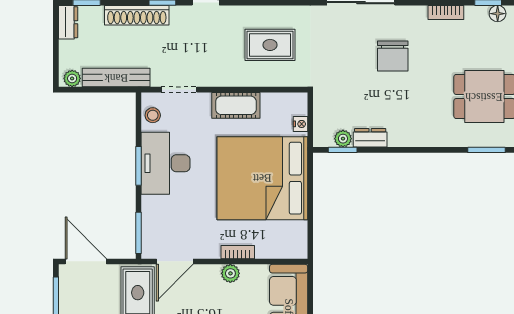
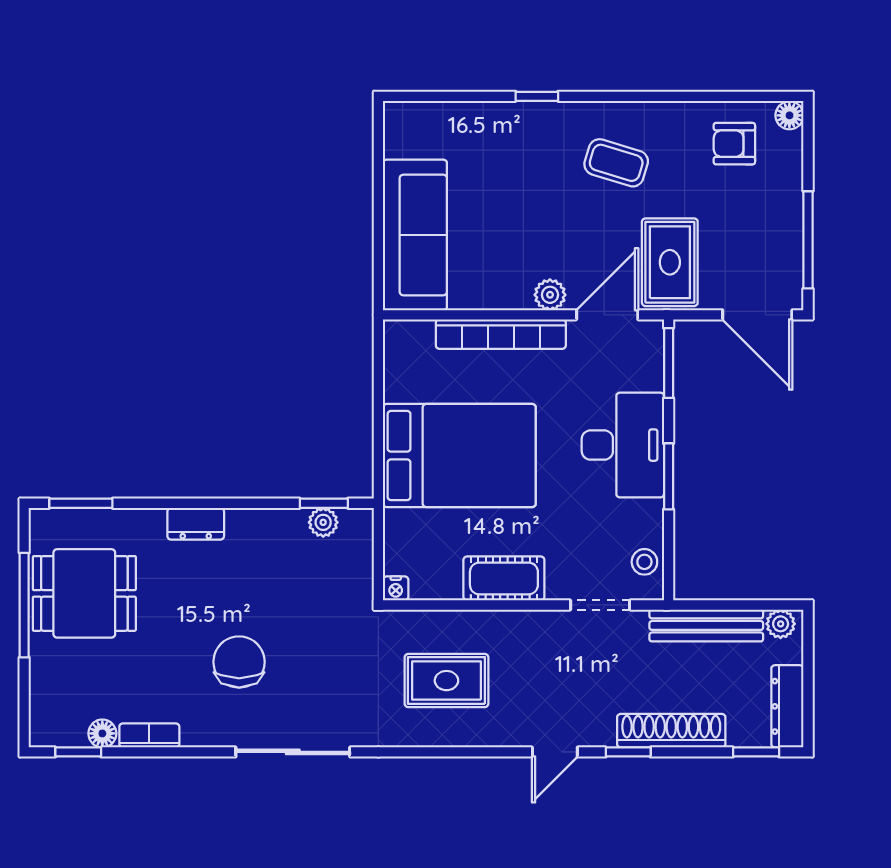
floor lamp: (498, 14) -> (102, 733), moved
dresser: (68, 22) -> (787, 706), width x1.44
nightstand: (300, 124) -> (396, 588), moved, turned -90
dresser: (370, 138) -> (196, 524), moved
desk: (165, 163) -> (623, 445), moved
bed: (262, 178) -> (459, 456), width x0.73
bookcase: (238, 252) -> (501, 334), width x2.31, depth x1.31
plant: (230, 273) -> (550, 295), moved

